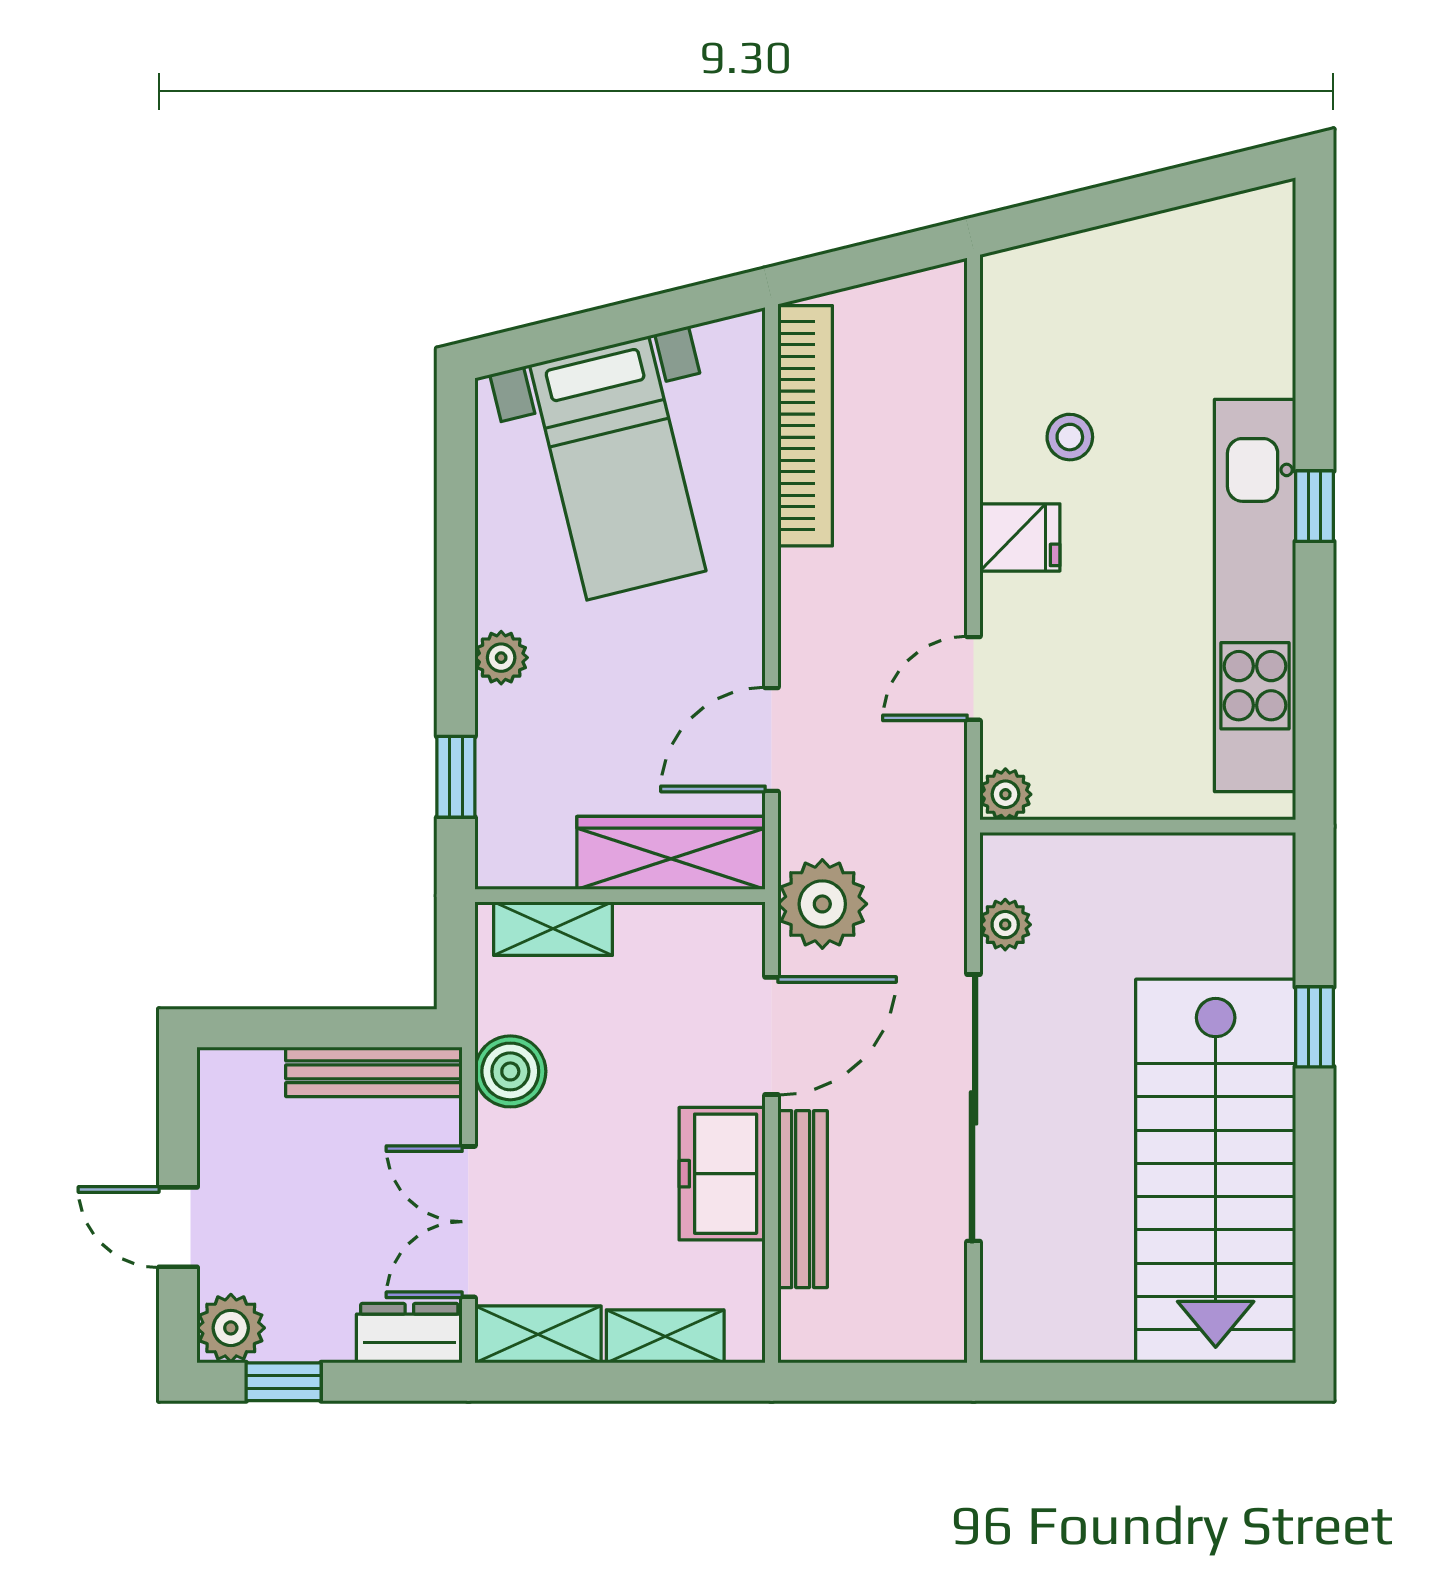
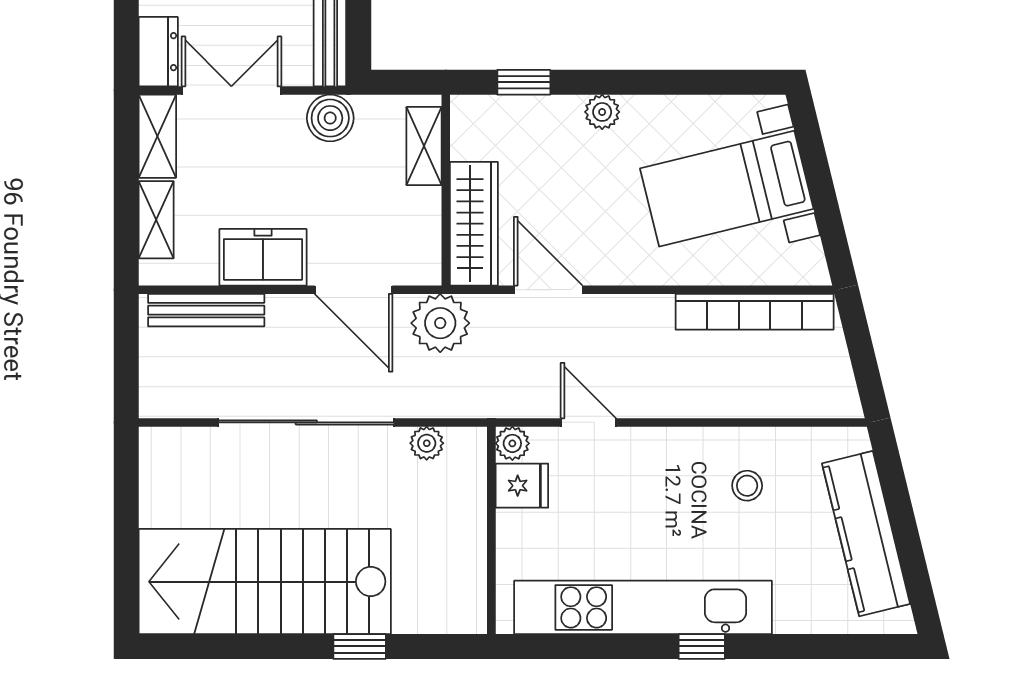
kitchen counter: (1143, 256) -> (866, 534), added
fridge: (1020, 537) -> (522, 486), moved, turned -90
bench: (803, 1199) -> (206, 310), moved

